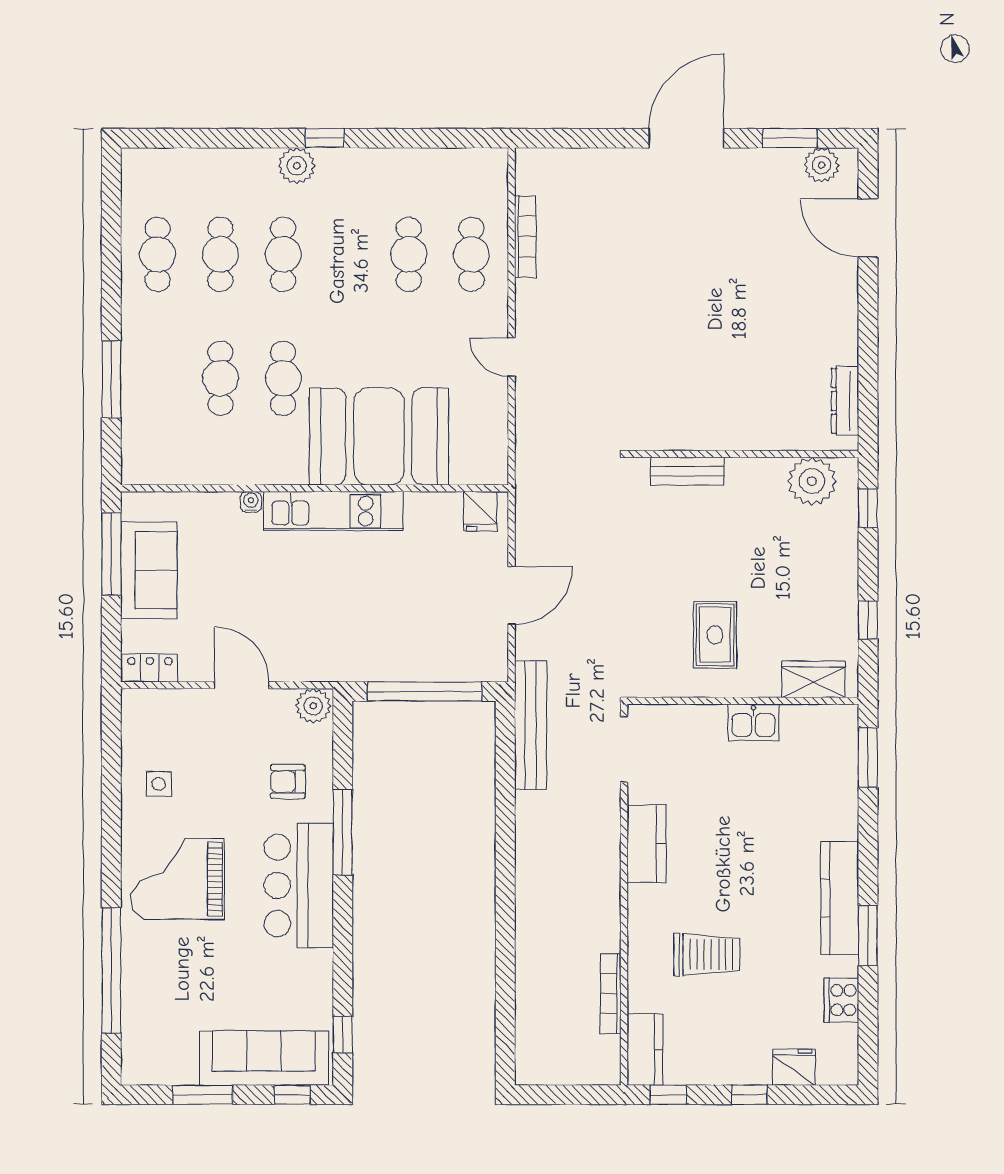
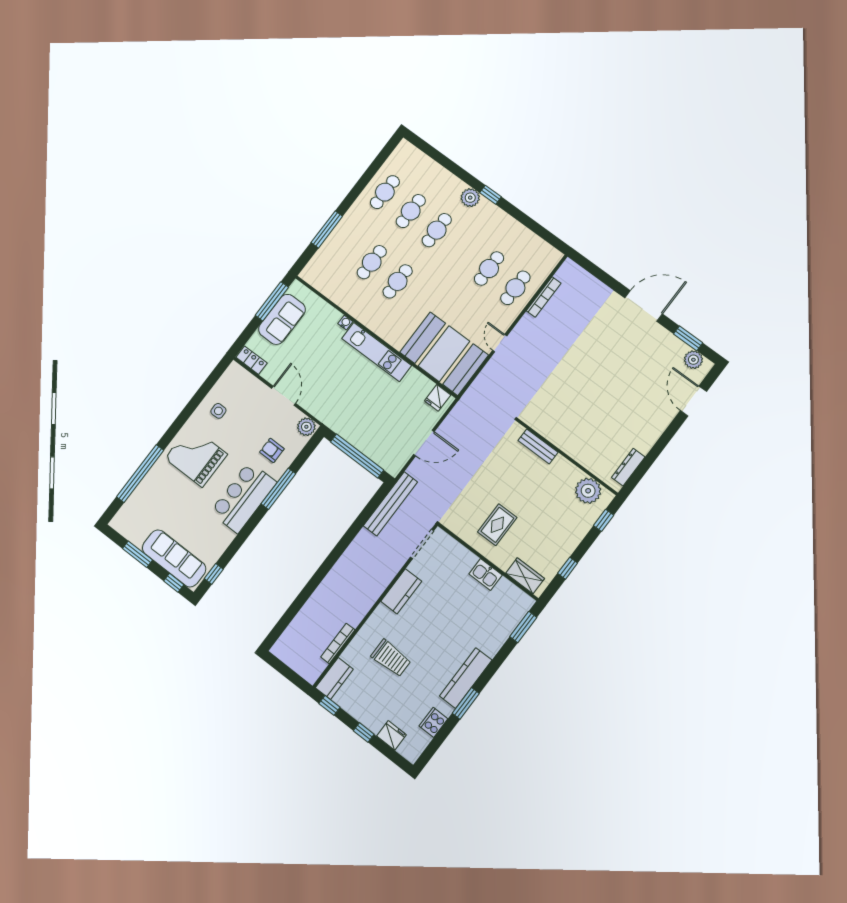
booth: (379, 436) -> (444, 354), moved

